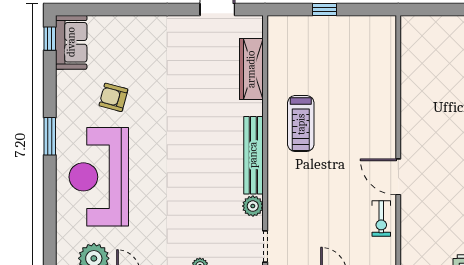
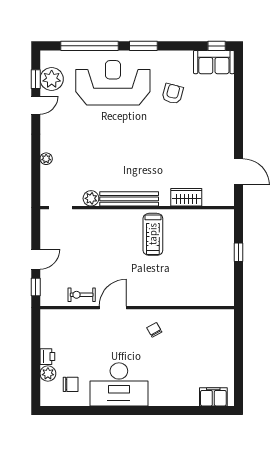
wardrobe: (251, 69) -> (186, 197), width x0.67
chair: (428, 122) -> (154, 330), added
treadmill: (301, 124) -> (153, 234), turned -90
window: (50, 208) -> (89, 46), added

